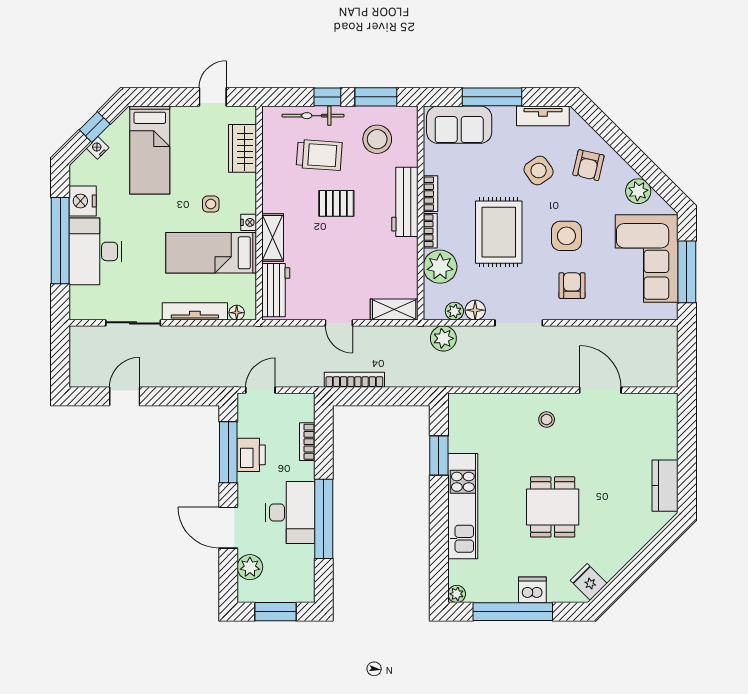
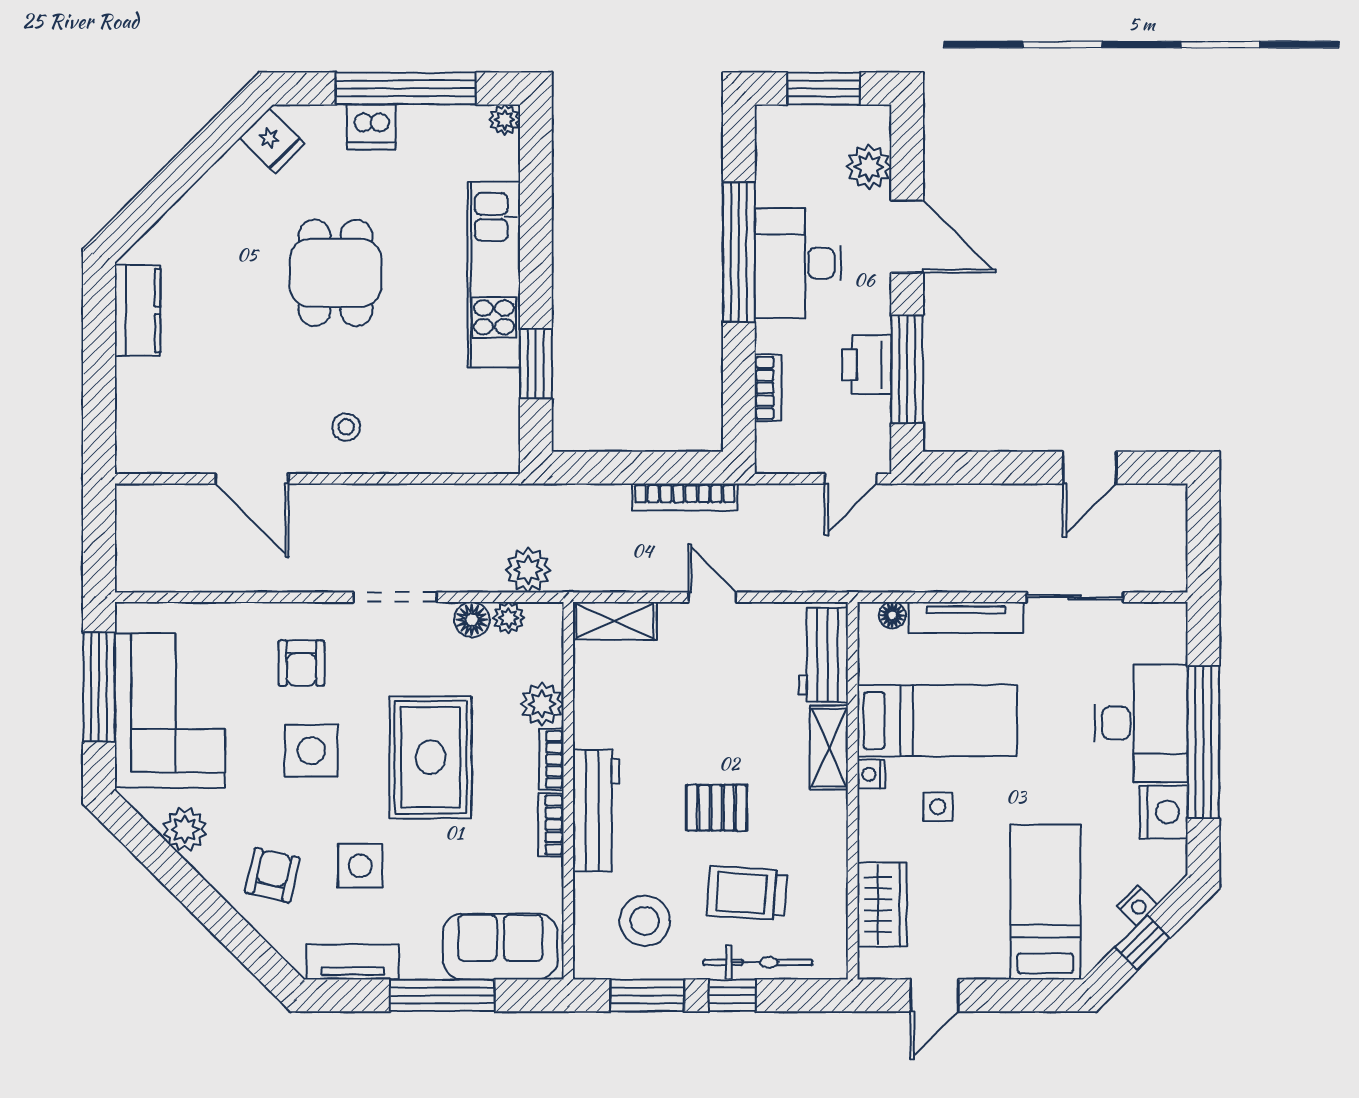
side table: (539, 170) -> (360, 866), turned 35
plant: (440, 267) -> (542, 704), width x0.73, depth x0.73

